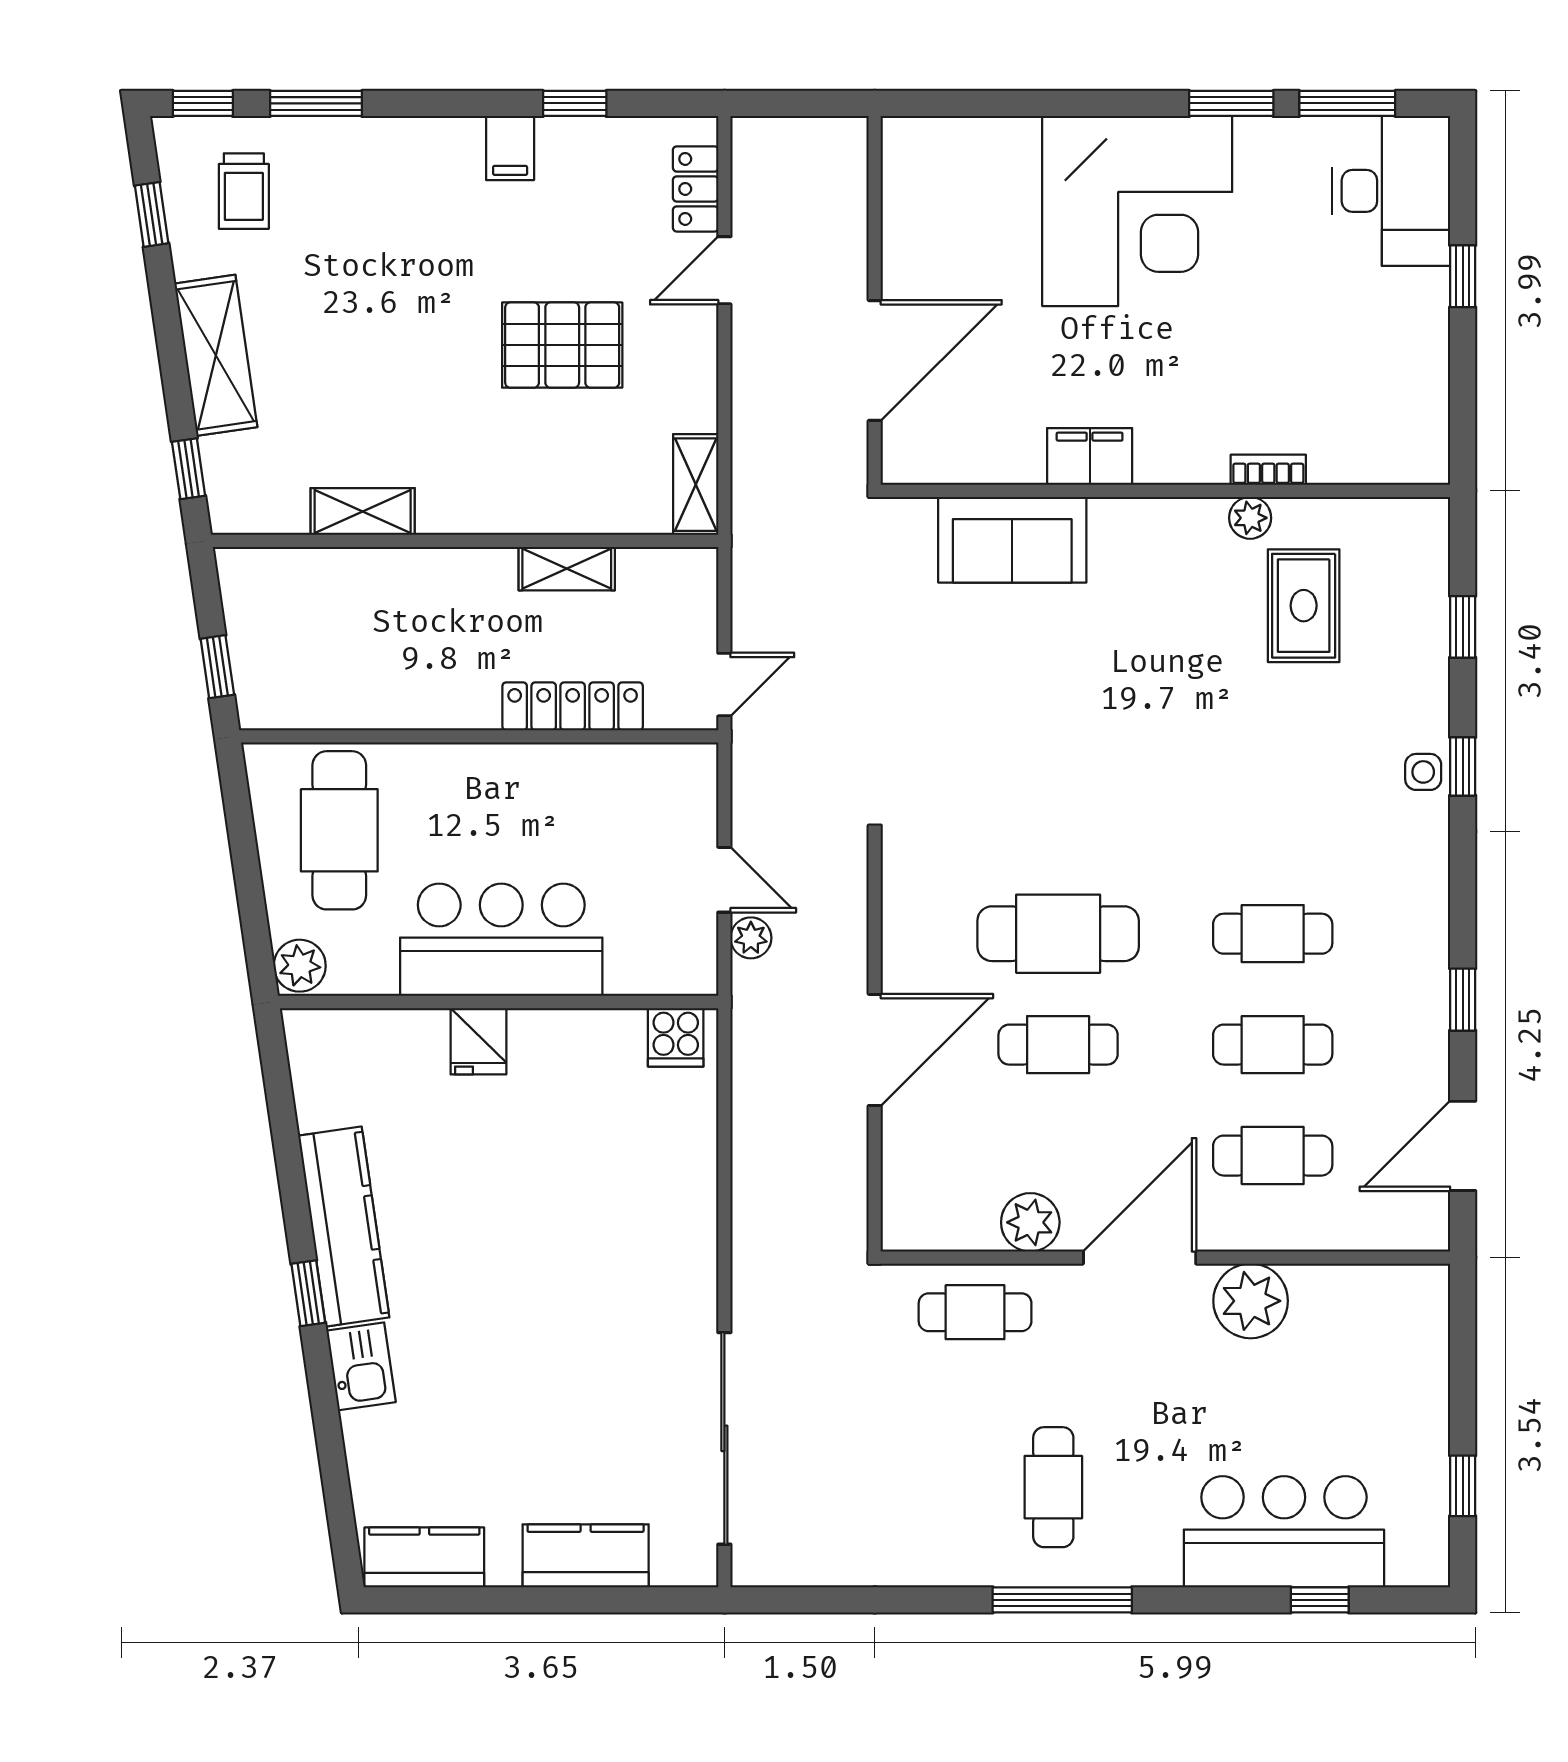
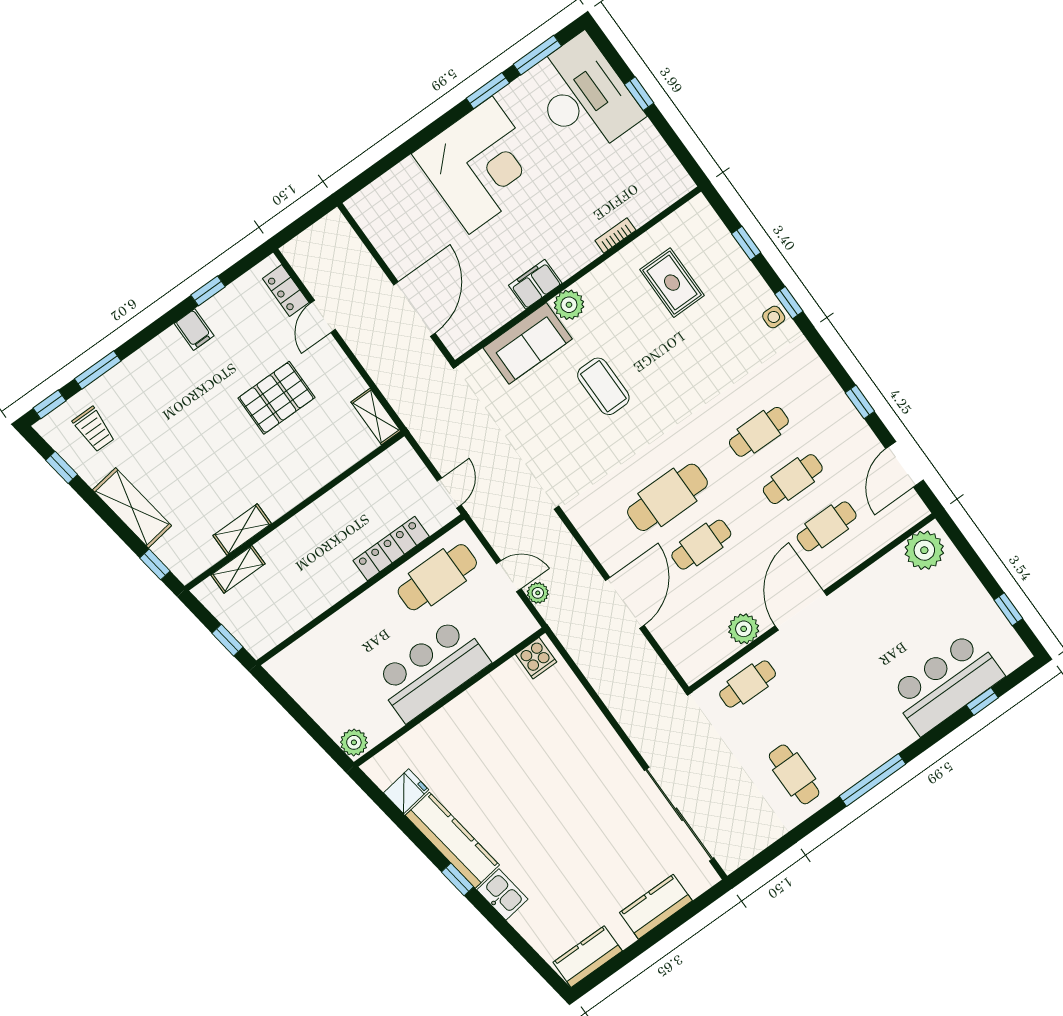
desk: (1391, 191) -> (584, 96), width x1.36, depth x1.30
plant: (1250, 518) -> (569, 305), moved, width x1.38, depth x1.38
shelving: (567, 569) -> (238, 569), moved
coffee table: (1082, 690) -> (603, 386), added
cafe table: (339, 830) -> (437, 577), moved, turned 90
fridge: (478, 1041) -> (406, 791), moved, turned -98
plant: (1251, 1301) -> (924, 550), moved
cafe table: (1053, 1487) -> (794, 774), moved

